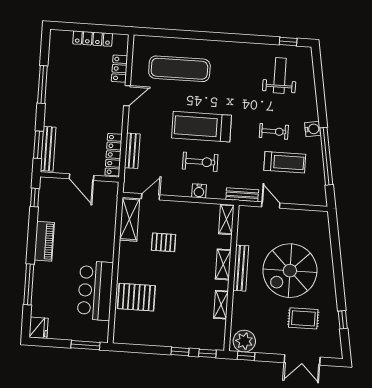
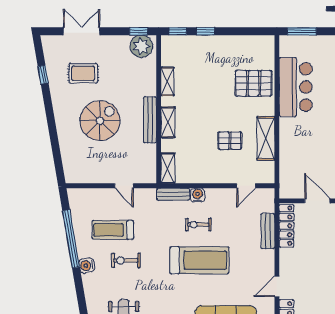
exercise bike: (200, 162) -> (198, 225), width x0.73, depth x0.72
bench: (242, 195) -> (173, 194), moved
shelving: (130, 219) -> (266, 138), moved
spiral stairs: (290, 271) -> (100, 121), width x0.73, depth x0.73

